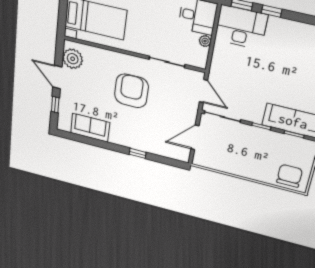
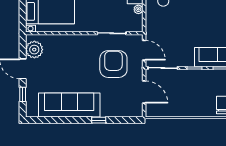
armchair: (131, 91) -> (113, 64), moved
sofa: (90, 128) -> (69, 105), width x1.85, depth x1.27
door: (195, 137) -> (144, 92), swing flipped

